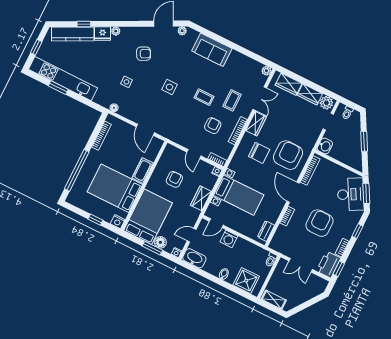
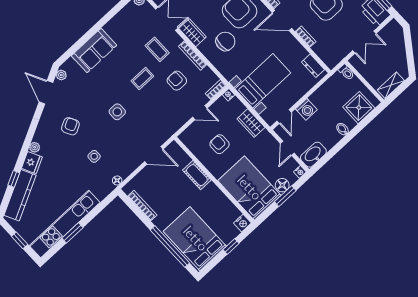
bed: (115, 188) -> (195, 239), moved, turned 90

